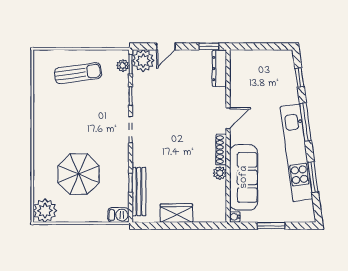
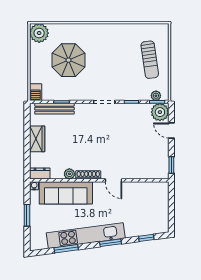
dresser: (219, 68) -> (40, 173), moved, width x0.70
window: (305, 122) -> (110, 243), width x0.69

